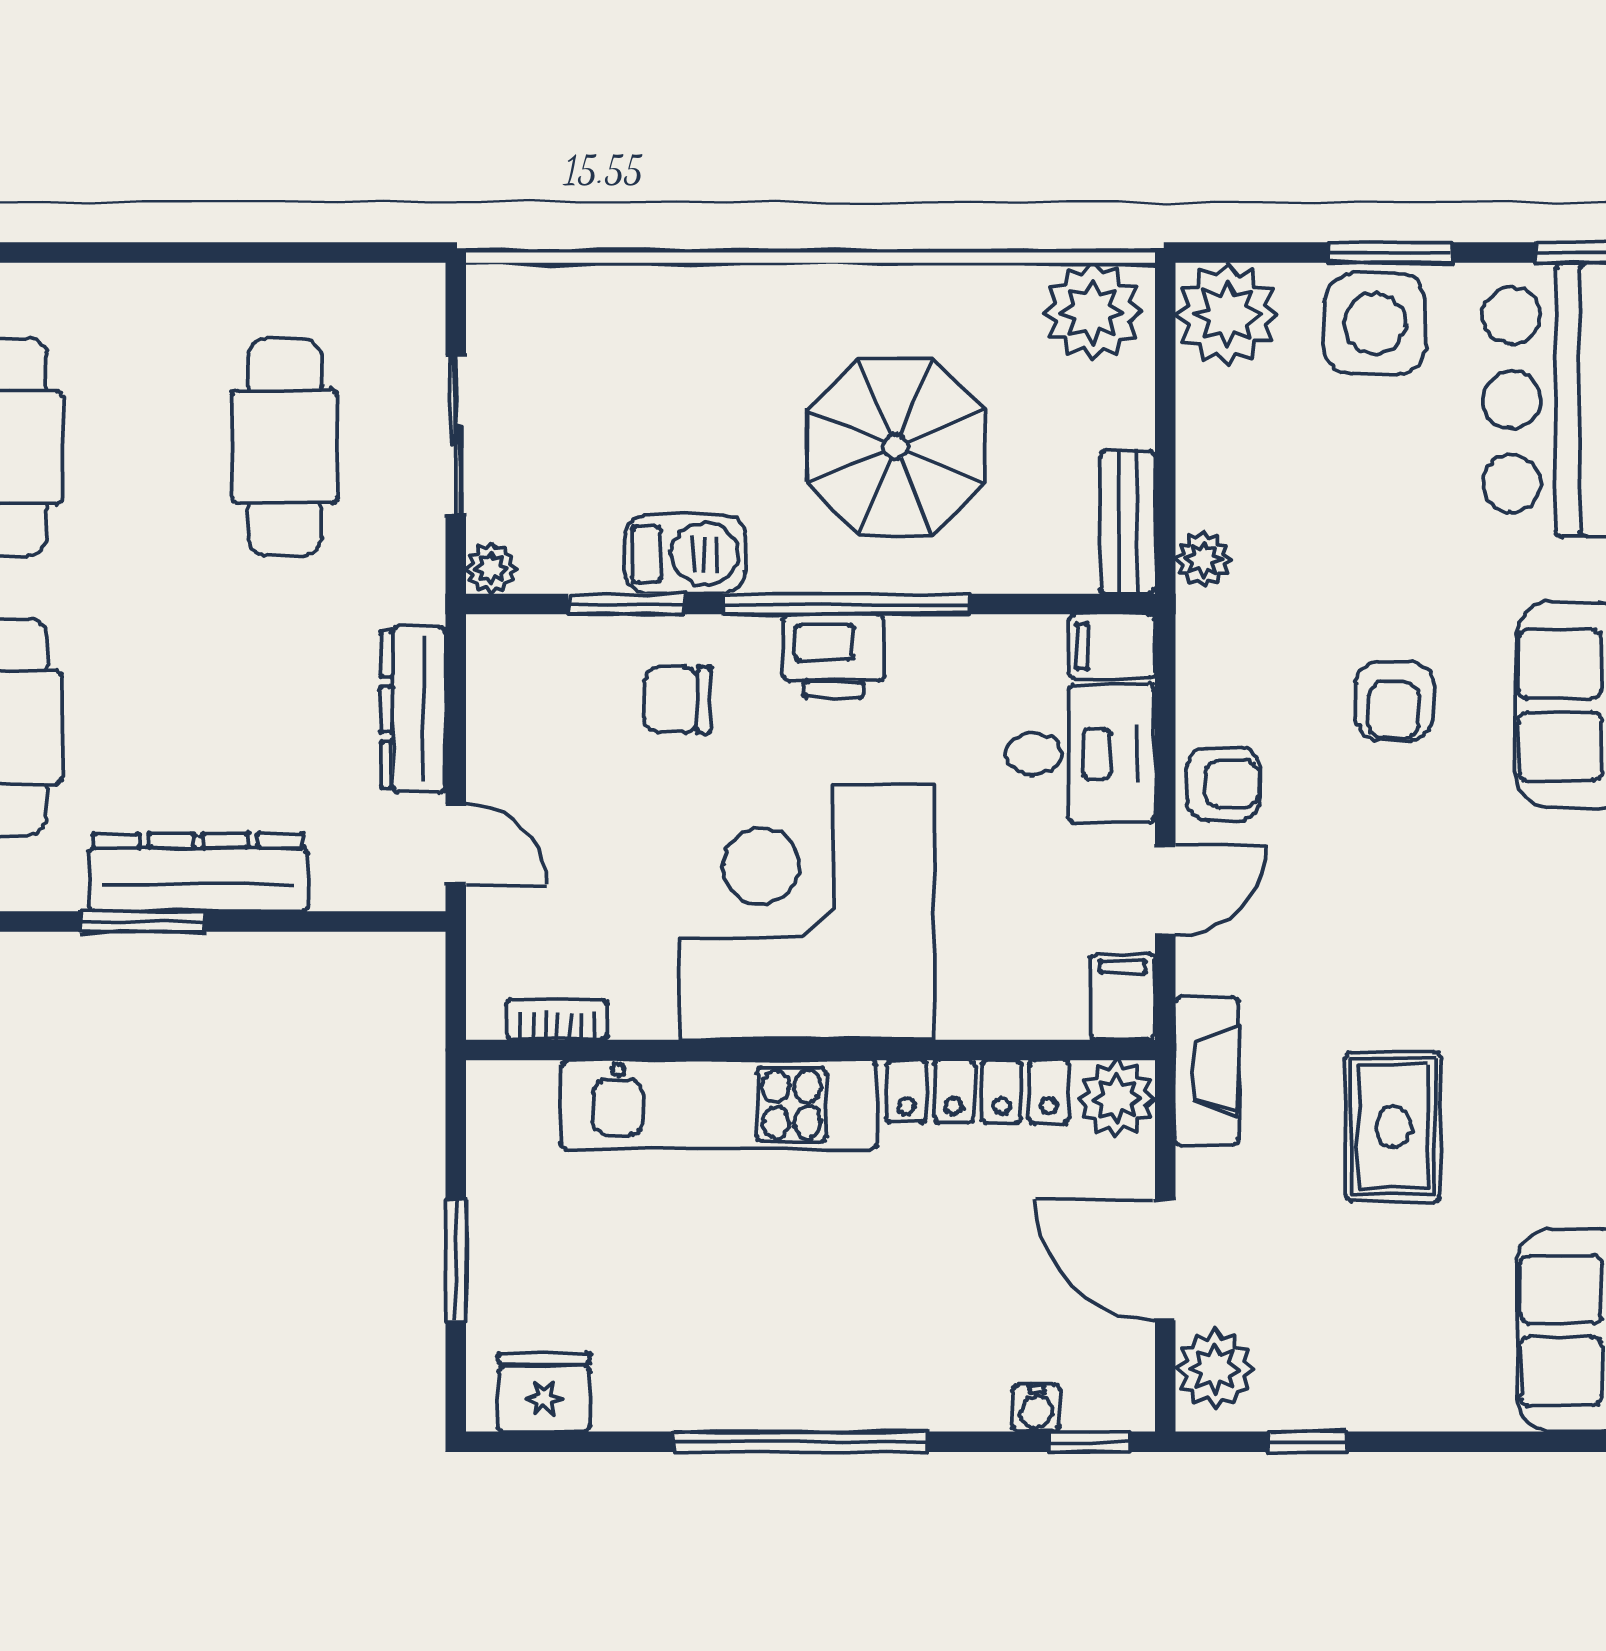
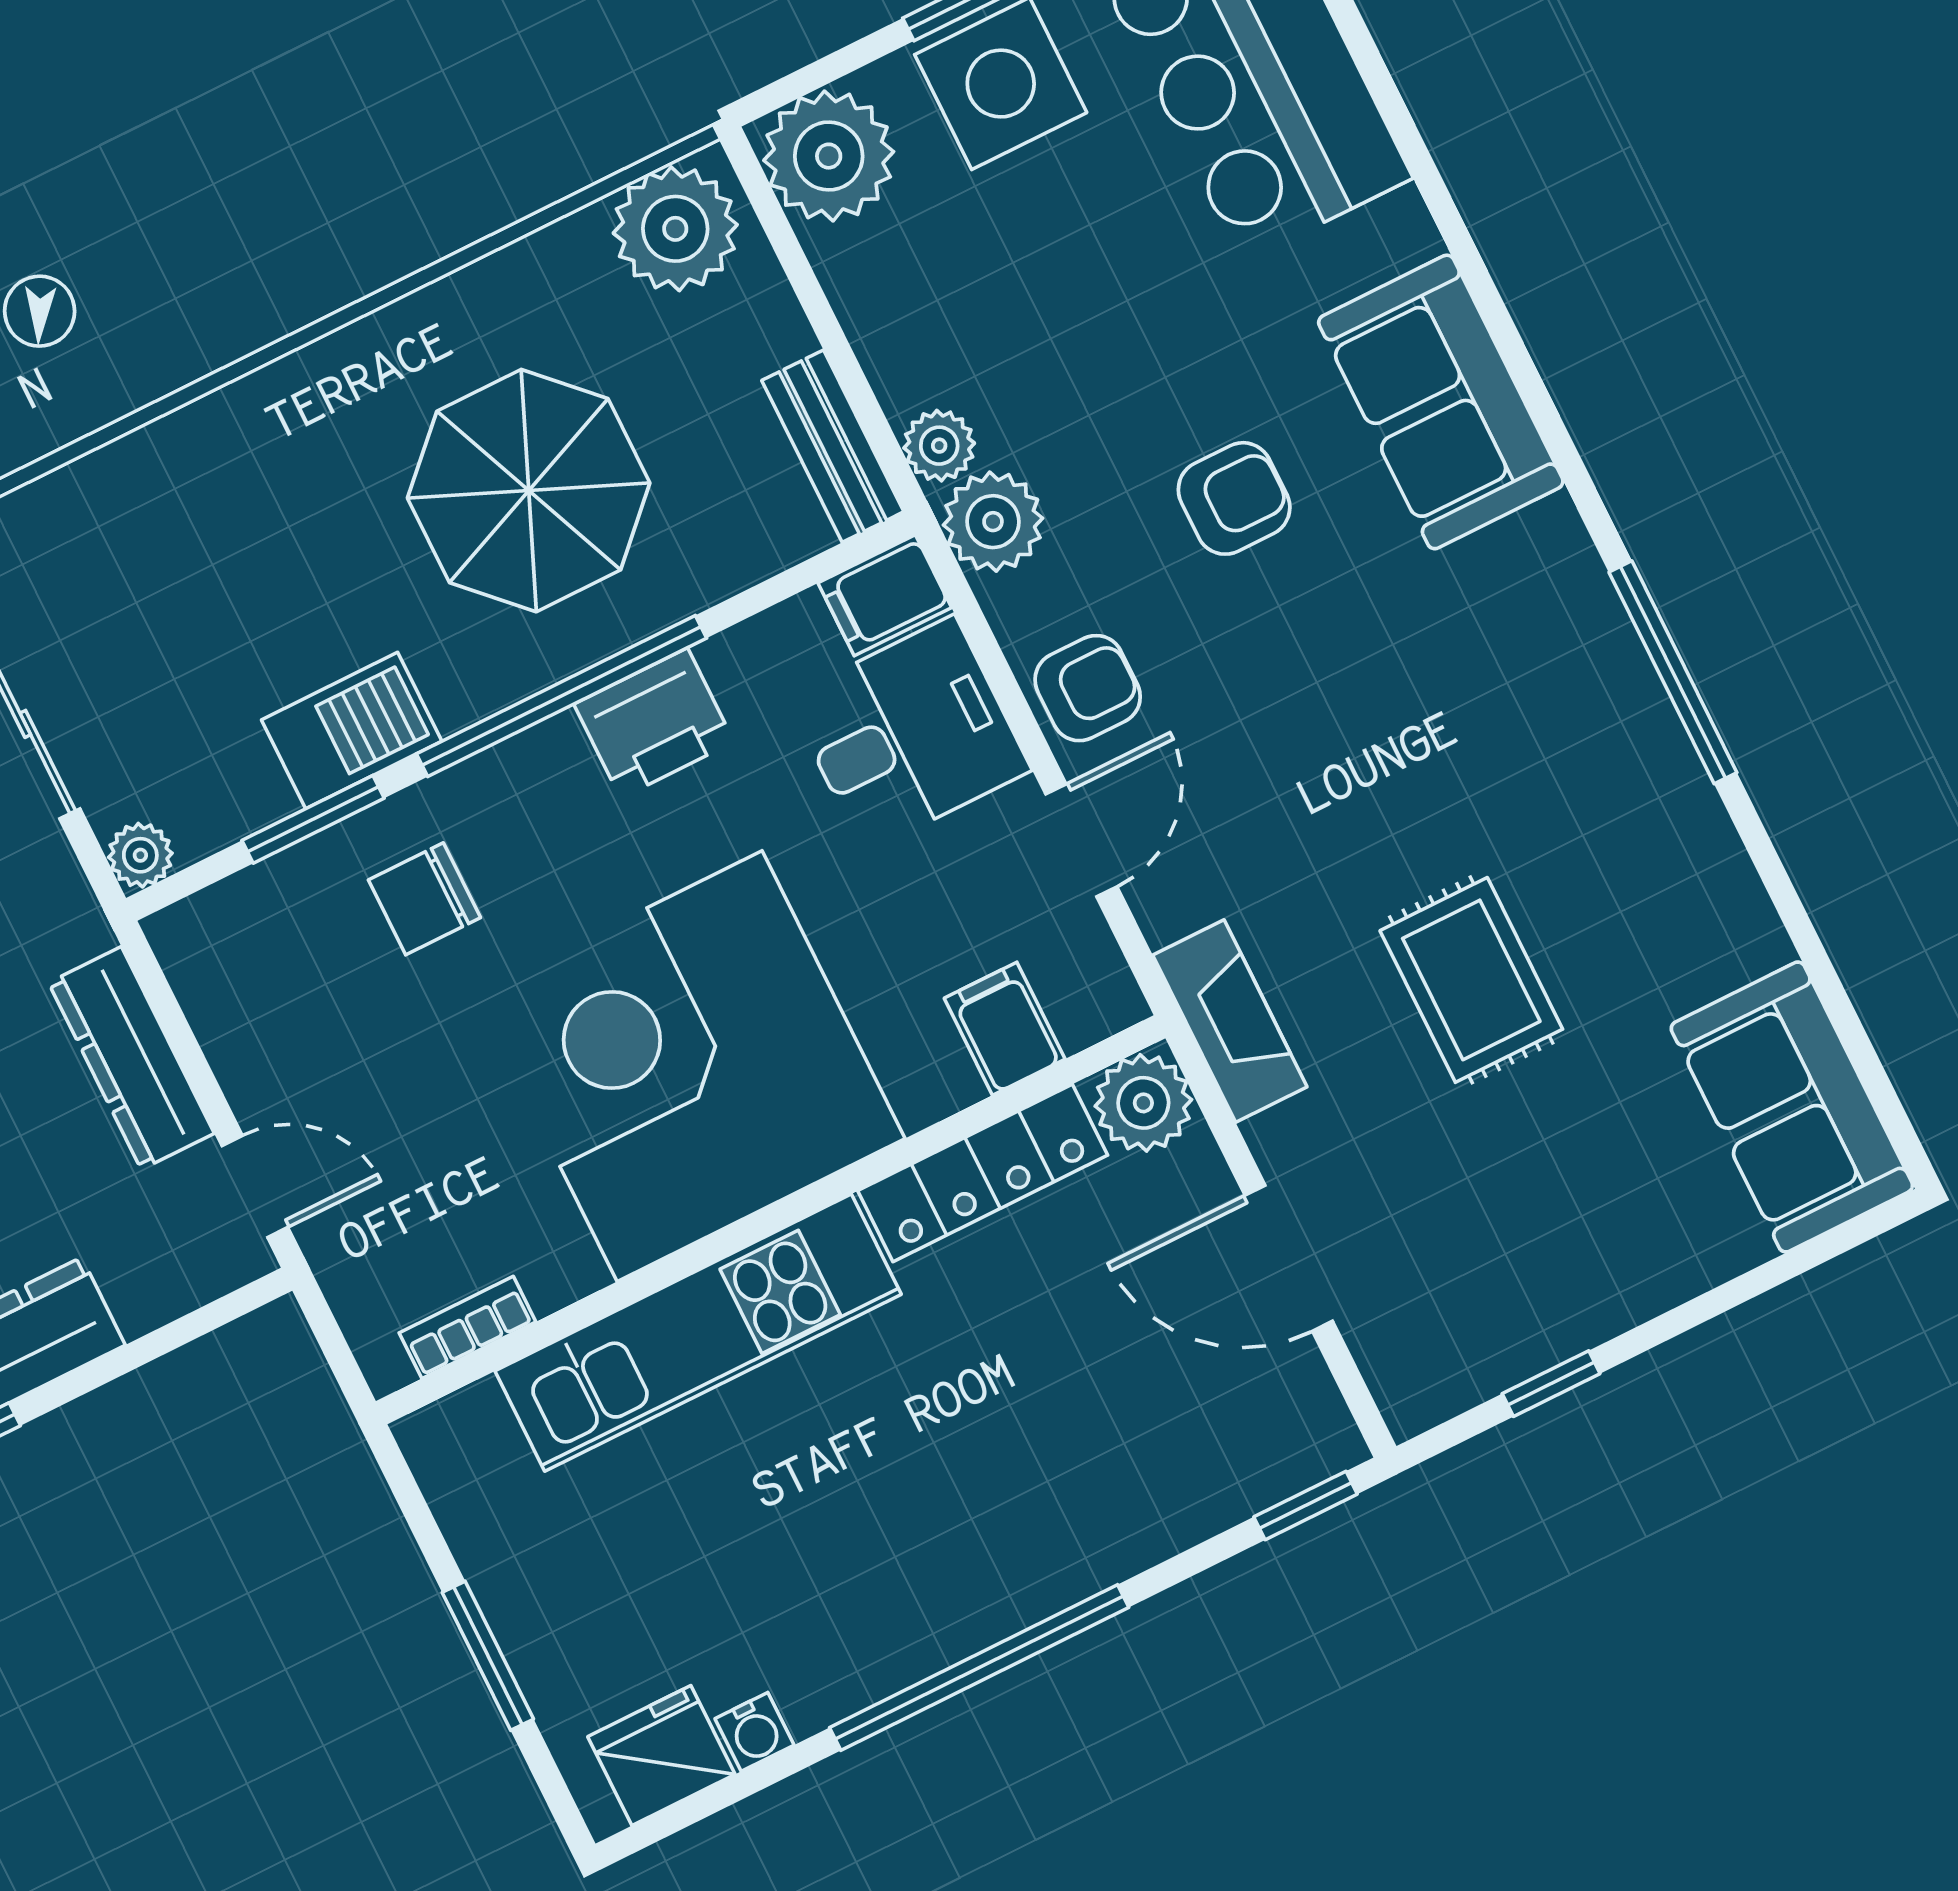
printer: (833, 656) -> (654, 723), moved
armchair: (1394, 701) -> (1234, 498), turned -90
filing cabinet: (1123, 997) -> (1005, 1029), moved
plant: (1215, 1369) -> (993, 522), moved
water cooler: (1036, 1408) -> (755, 1732), moved

